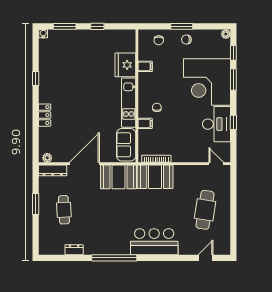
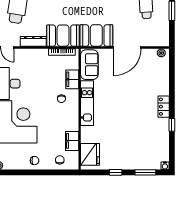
window: (182, 26) -> (39, 172), removed
fridge: (125, 65) -> (90, 154), moved
filing cabinet: (145, 66) -> (72, 141), width x2.00
locker: (45, 115) -> (164, 107), moved
filing cabinet: (145, 123) -> (72, 79), width x2.00
dresser: (53, 170) -> (33, 41), moved

